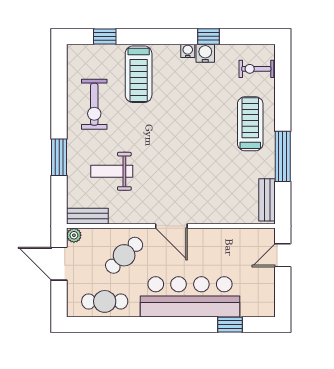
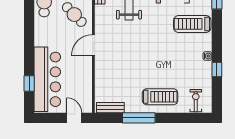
water cooler: (205, 53) -> (206, 67), removed
bar counter: (190, 297) -> (47, 79), moved

